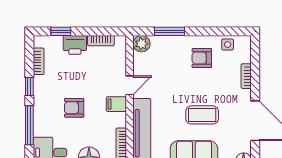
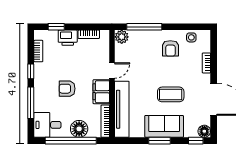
window: (169, 31) -> (144, 27), width x1.44
armchair: (202, 58) -> (170, 48), turned -90
filing cabinet: (116, 104) -> (101, 92), width x2.00

